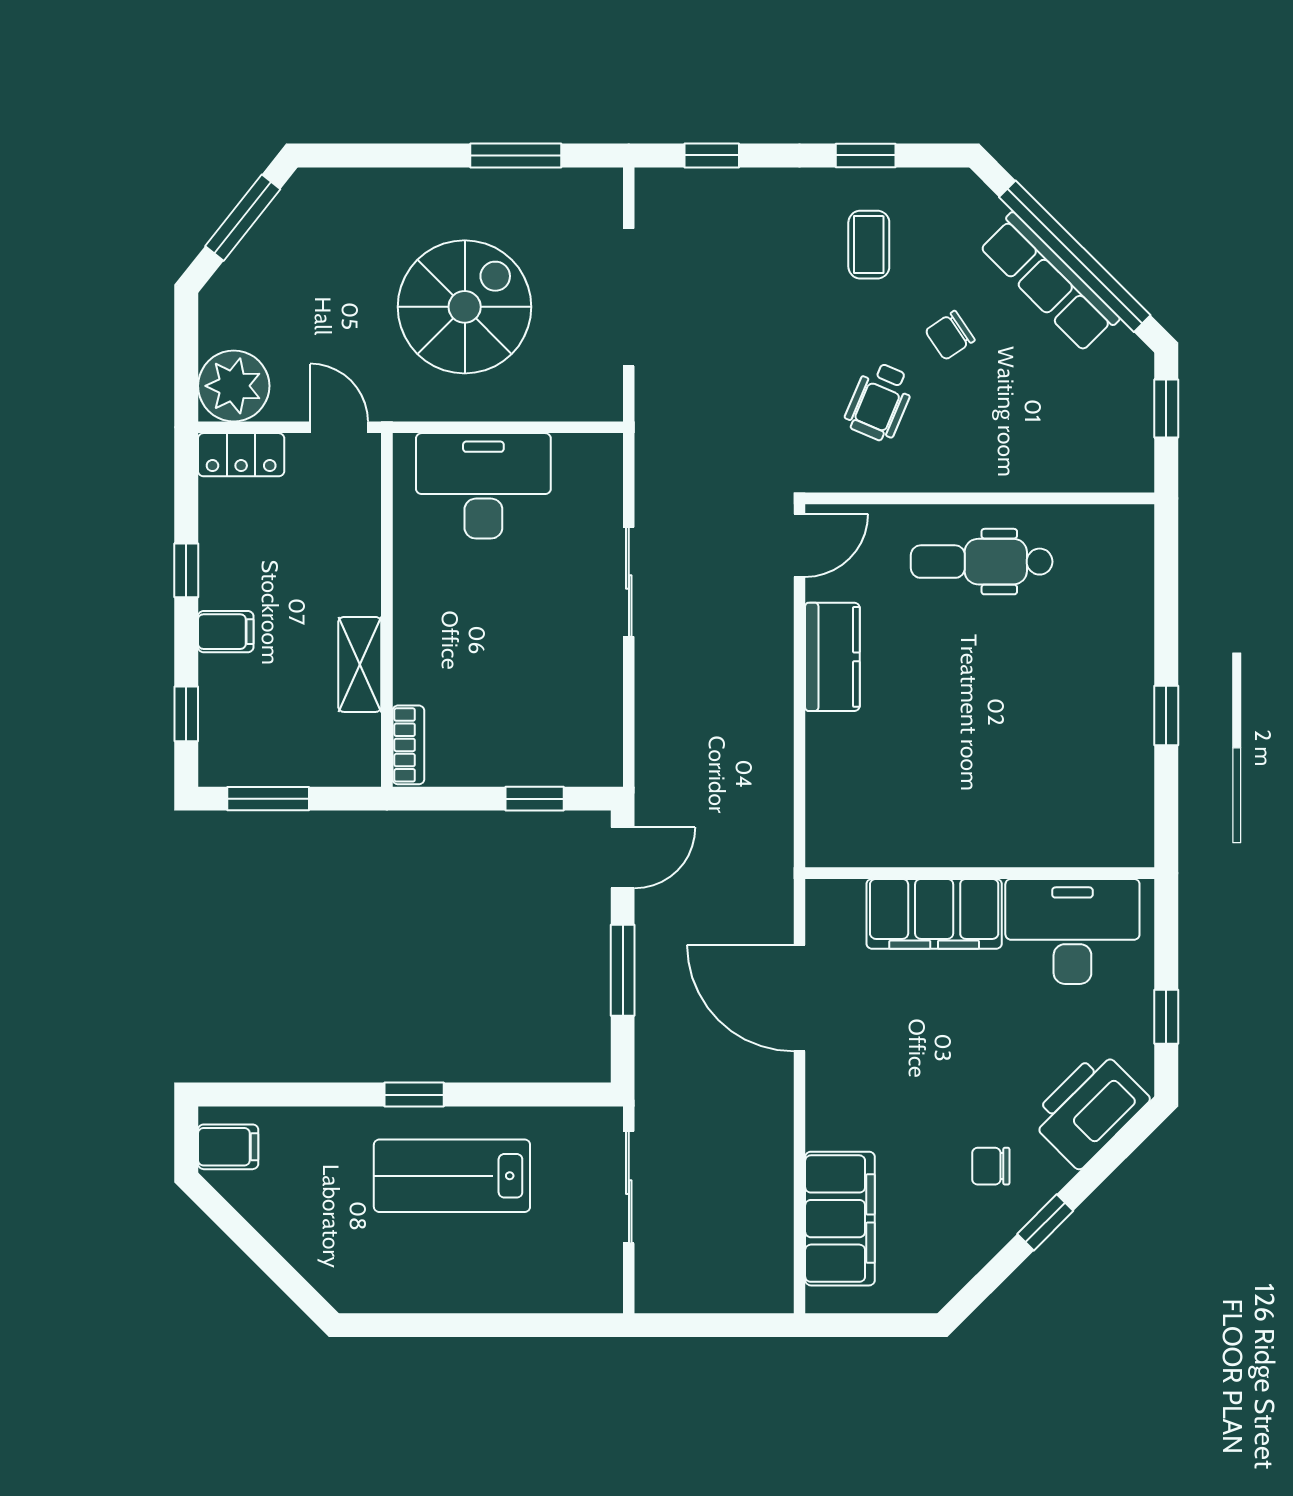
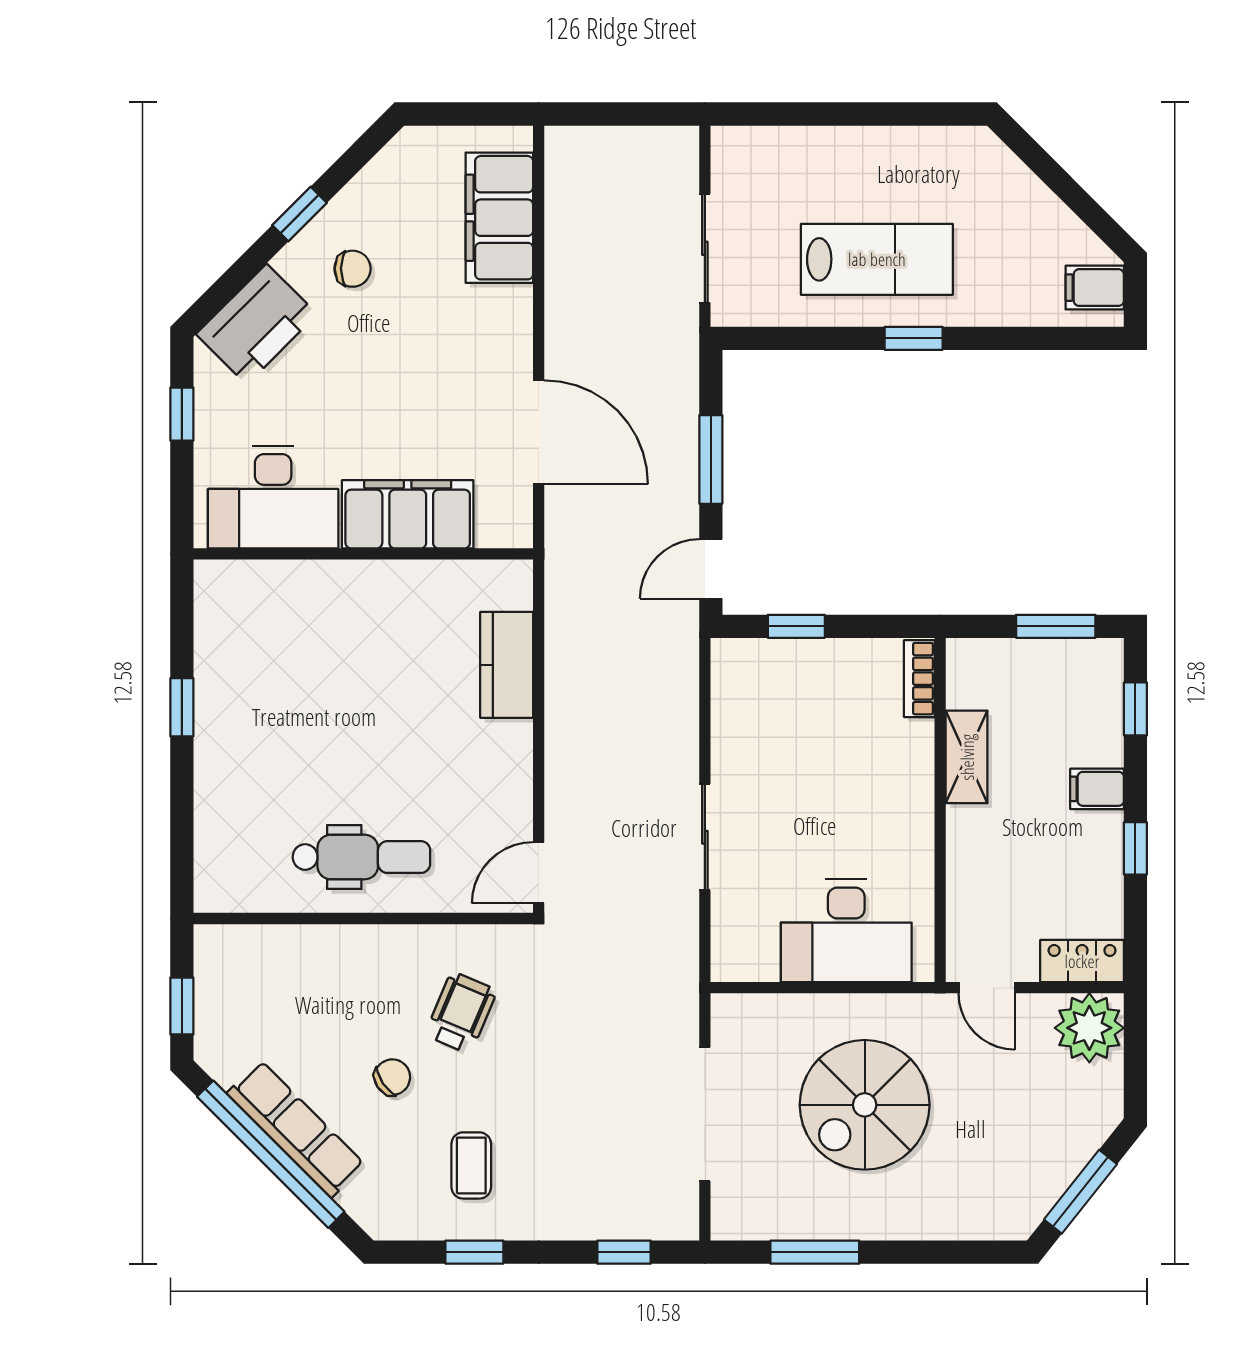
kitchen counter: (832, 657) -> (507, 665), moved

